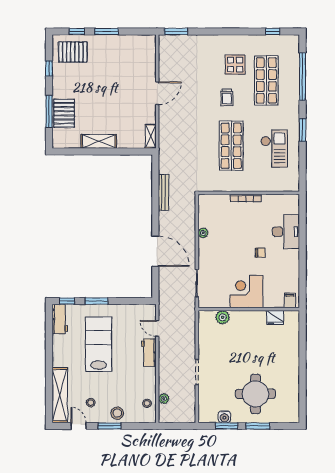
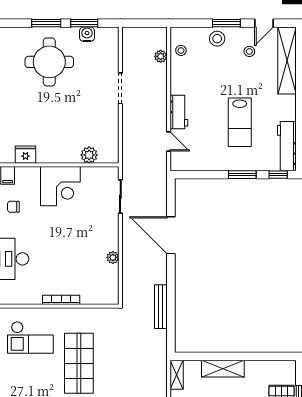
shelving: (99, 141) -> (223, 369), moved
checkout: (274, 149) -> (30, 337), moved, turned -90
chair: (260, 253) -> (13, 207), moved
workbench: (60, 319) -> (287, 146), width x1.38
lab bench: (99, 344) -> (240, 122), width x0.73, depth x0.72
door: (79, 426) -> (264, 23), hinge flipped

